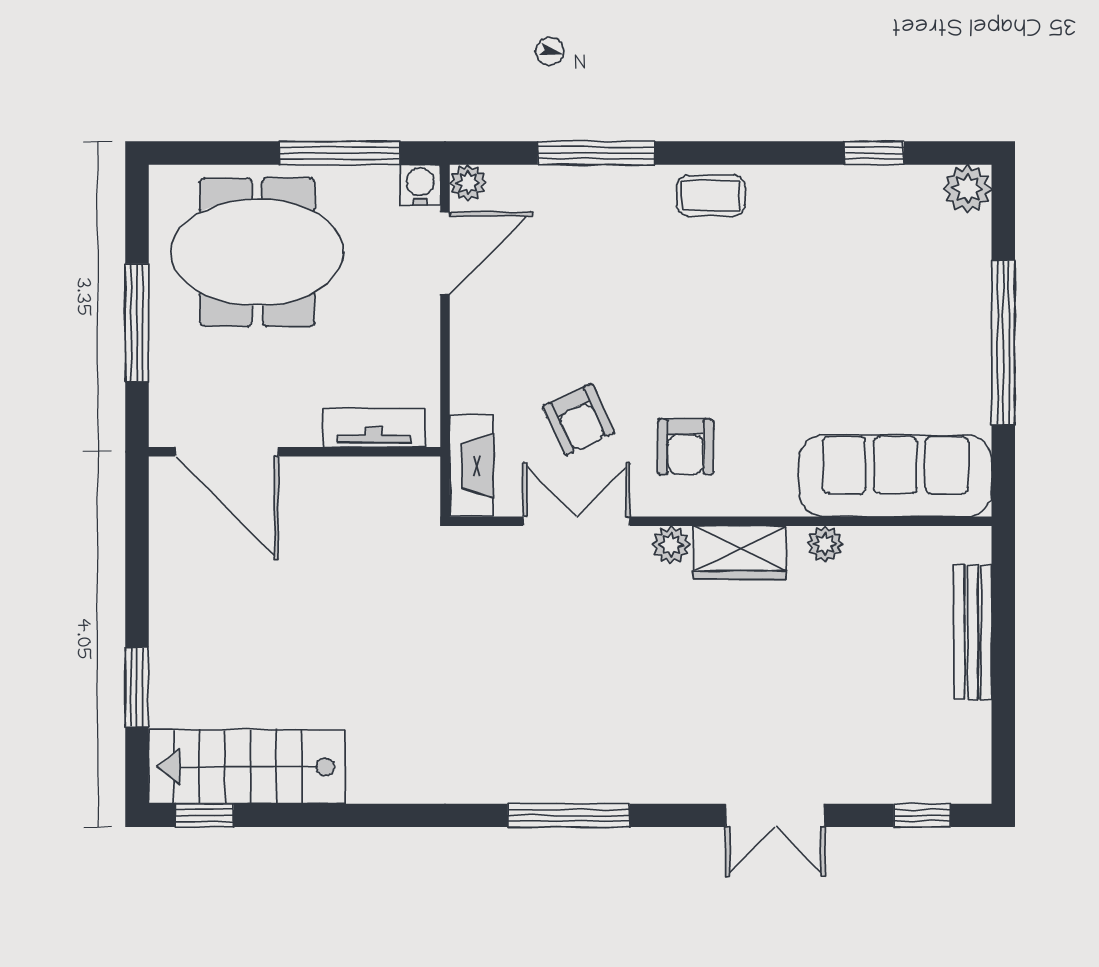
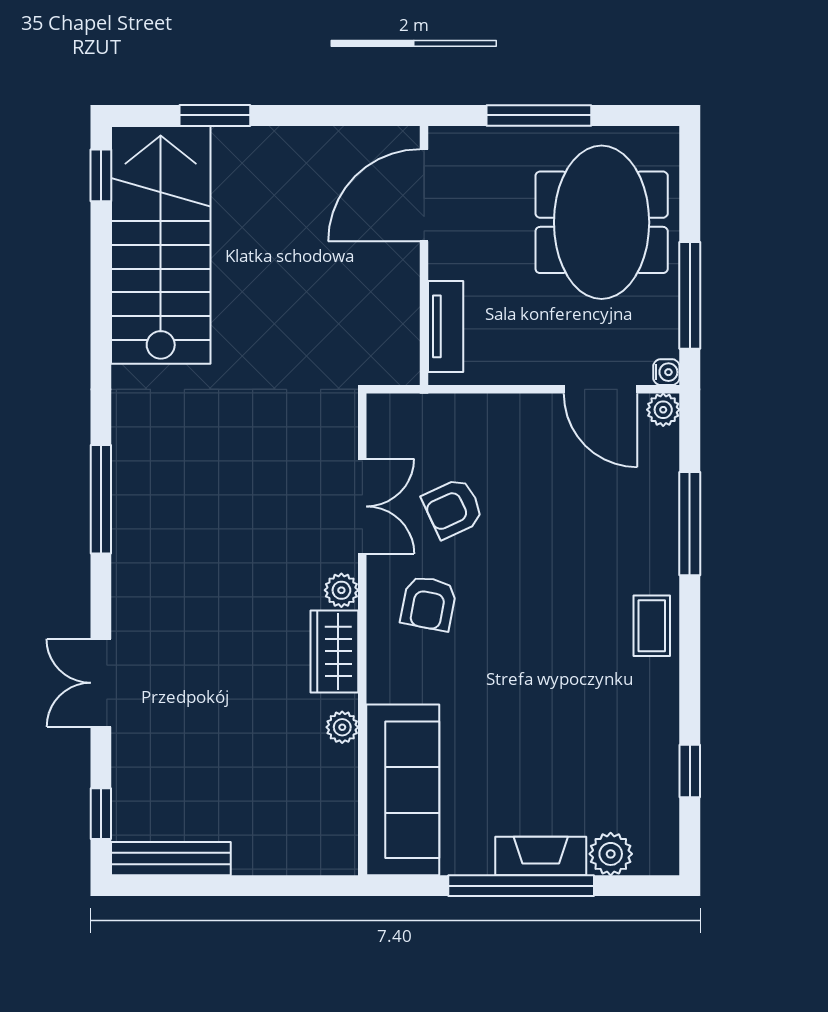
water cooler: (420, 185) -> (666, 372), width x0.72, depth x0.72
plant: (968, 189) -> (611, 854), moved
armchair: (686, 447) -> (429, 603), turned -79
fireplace: (471, 466) -> (541, 856), moved, turned 180
bench: (973, 632) -> (171, 859), moved
stairs: (247, 767) -> (161, 245), width x1.36, depth x1.51

